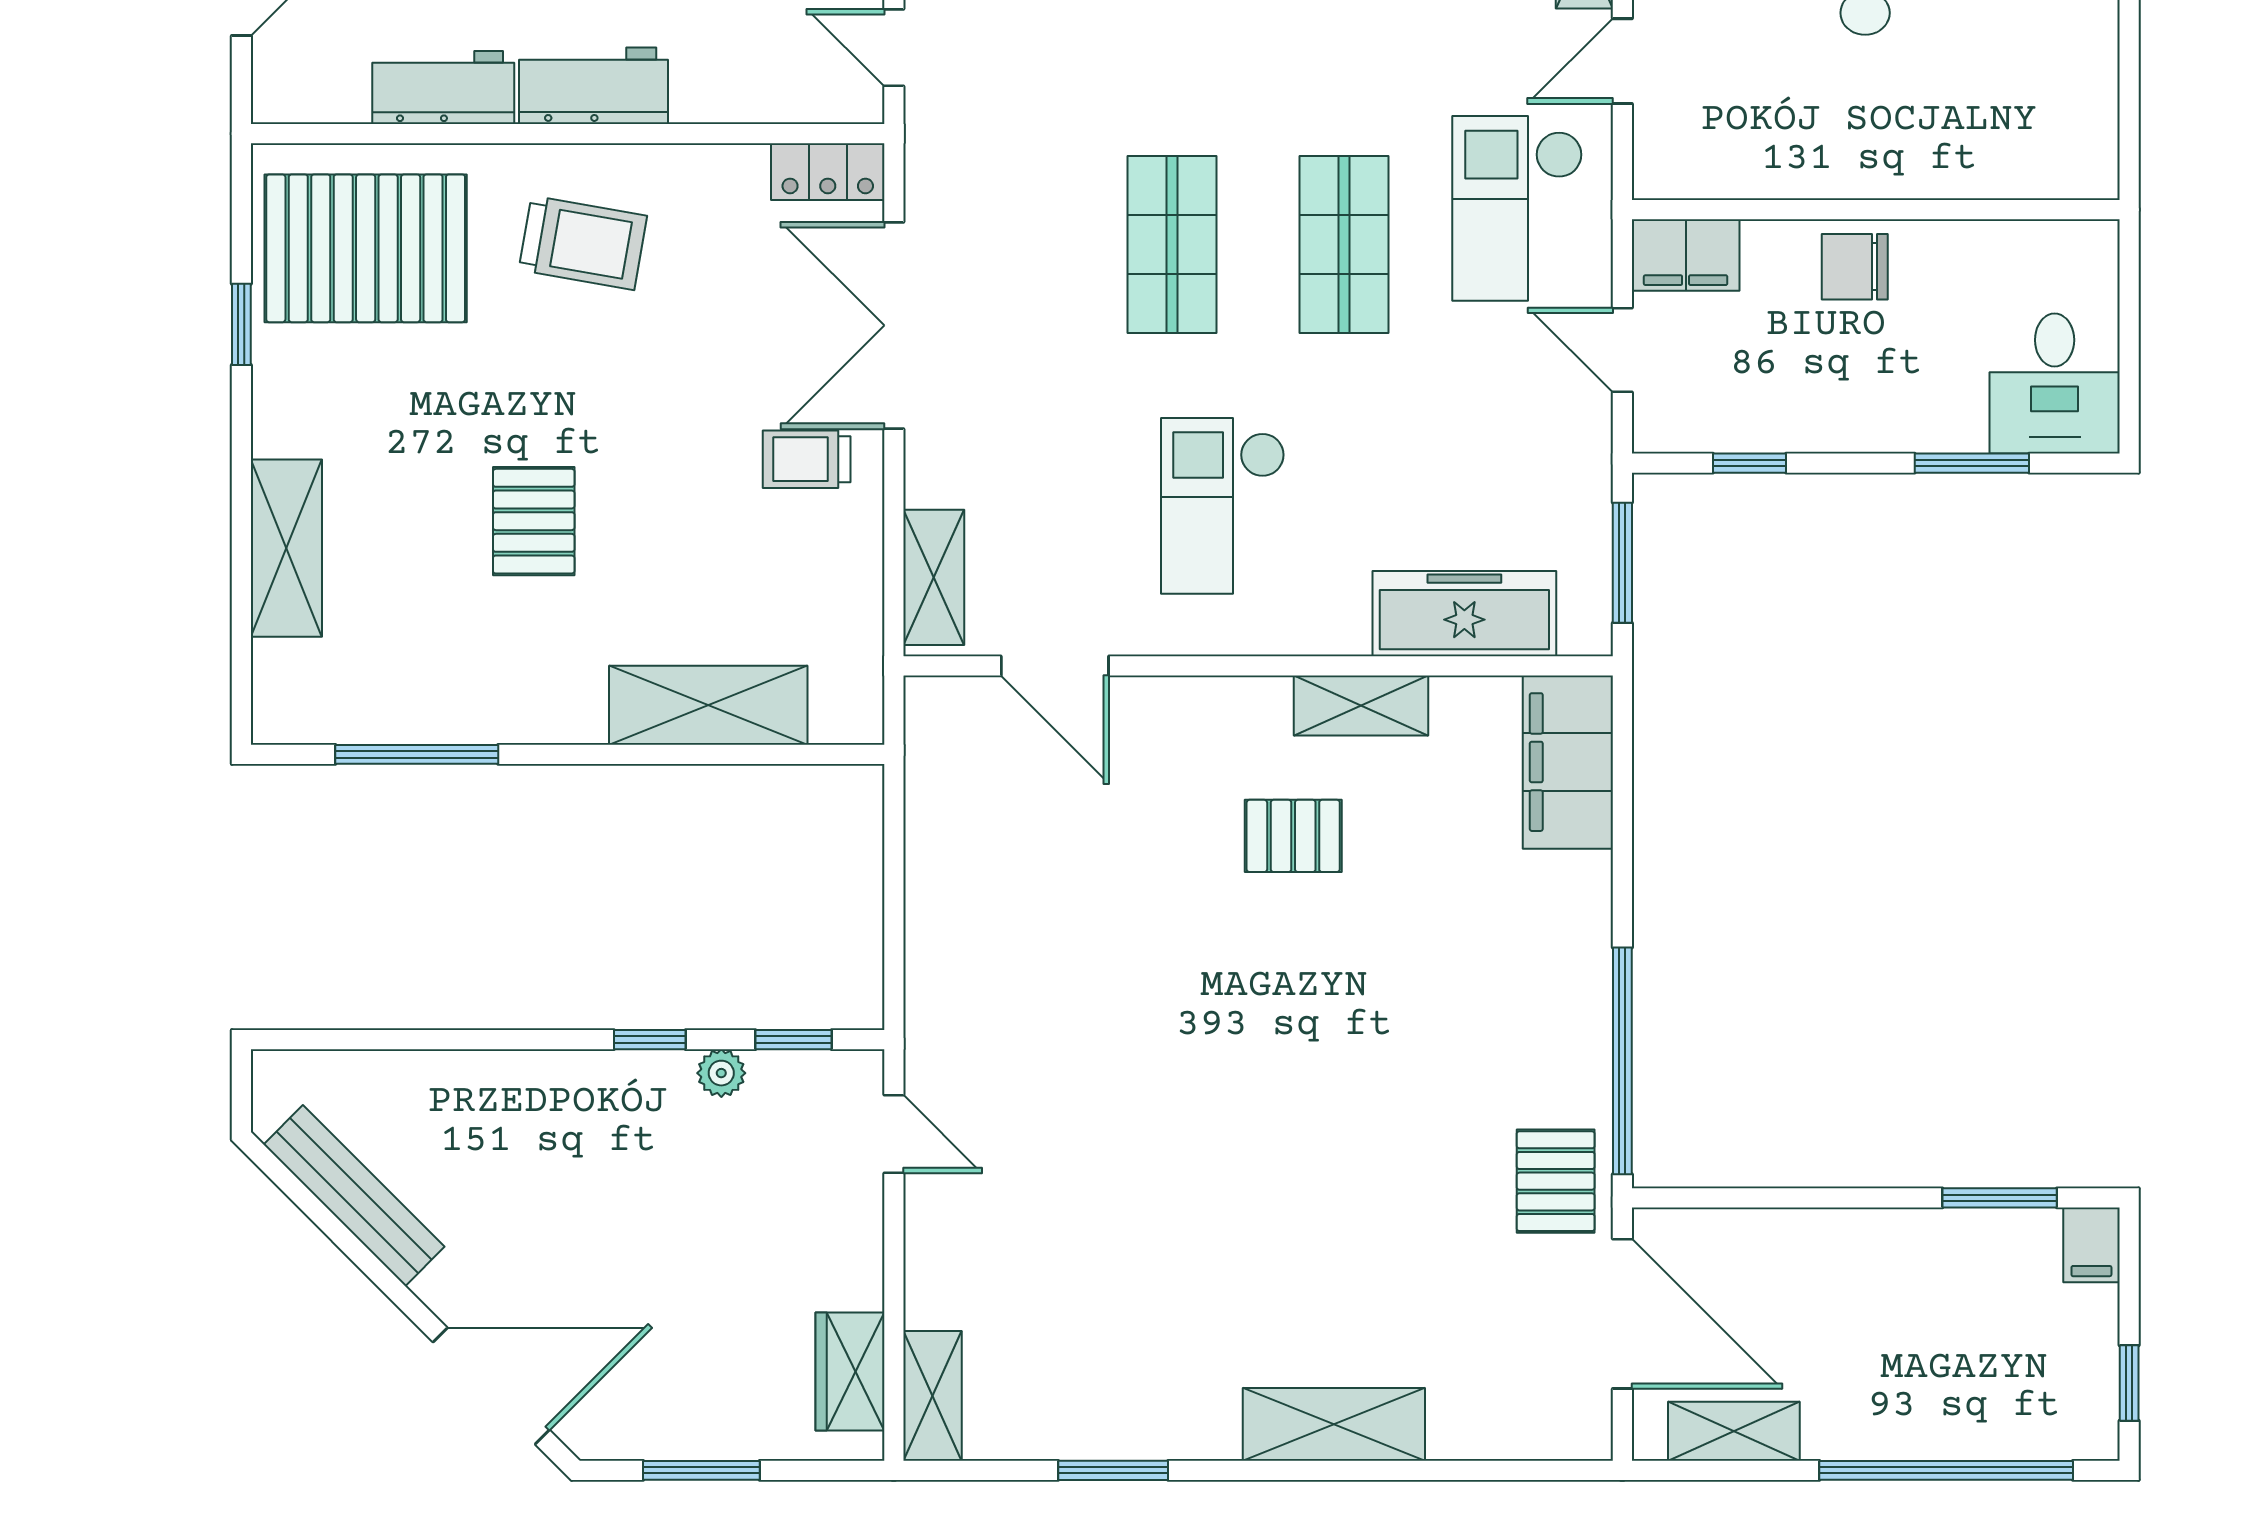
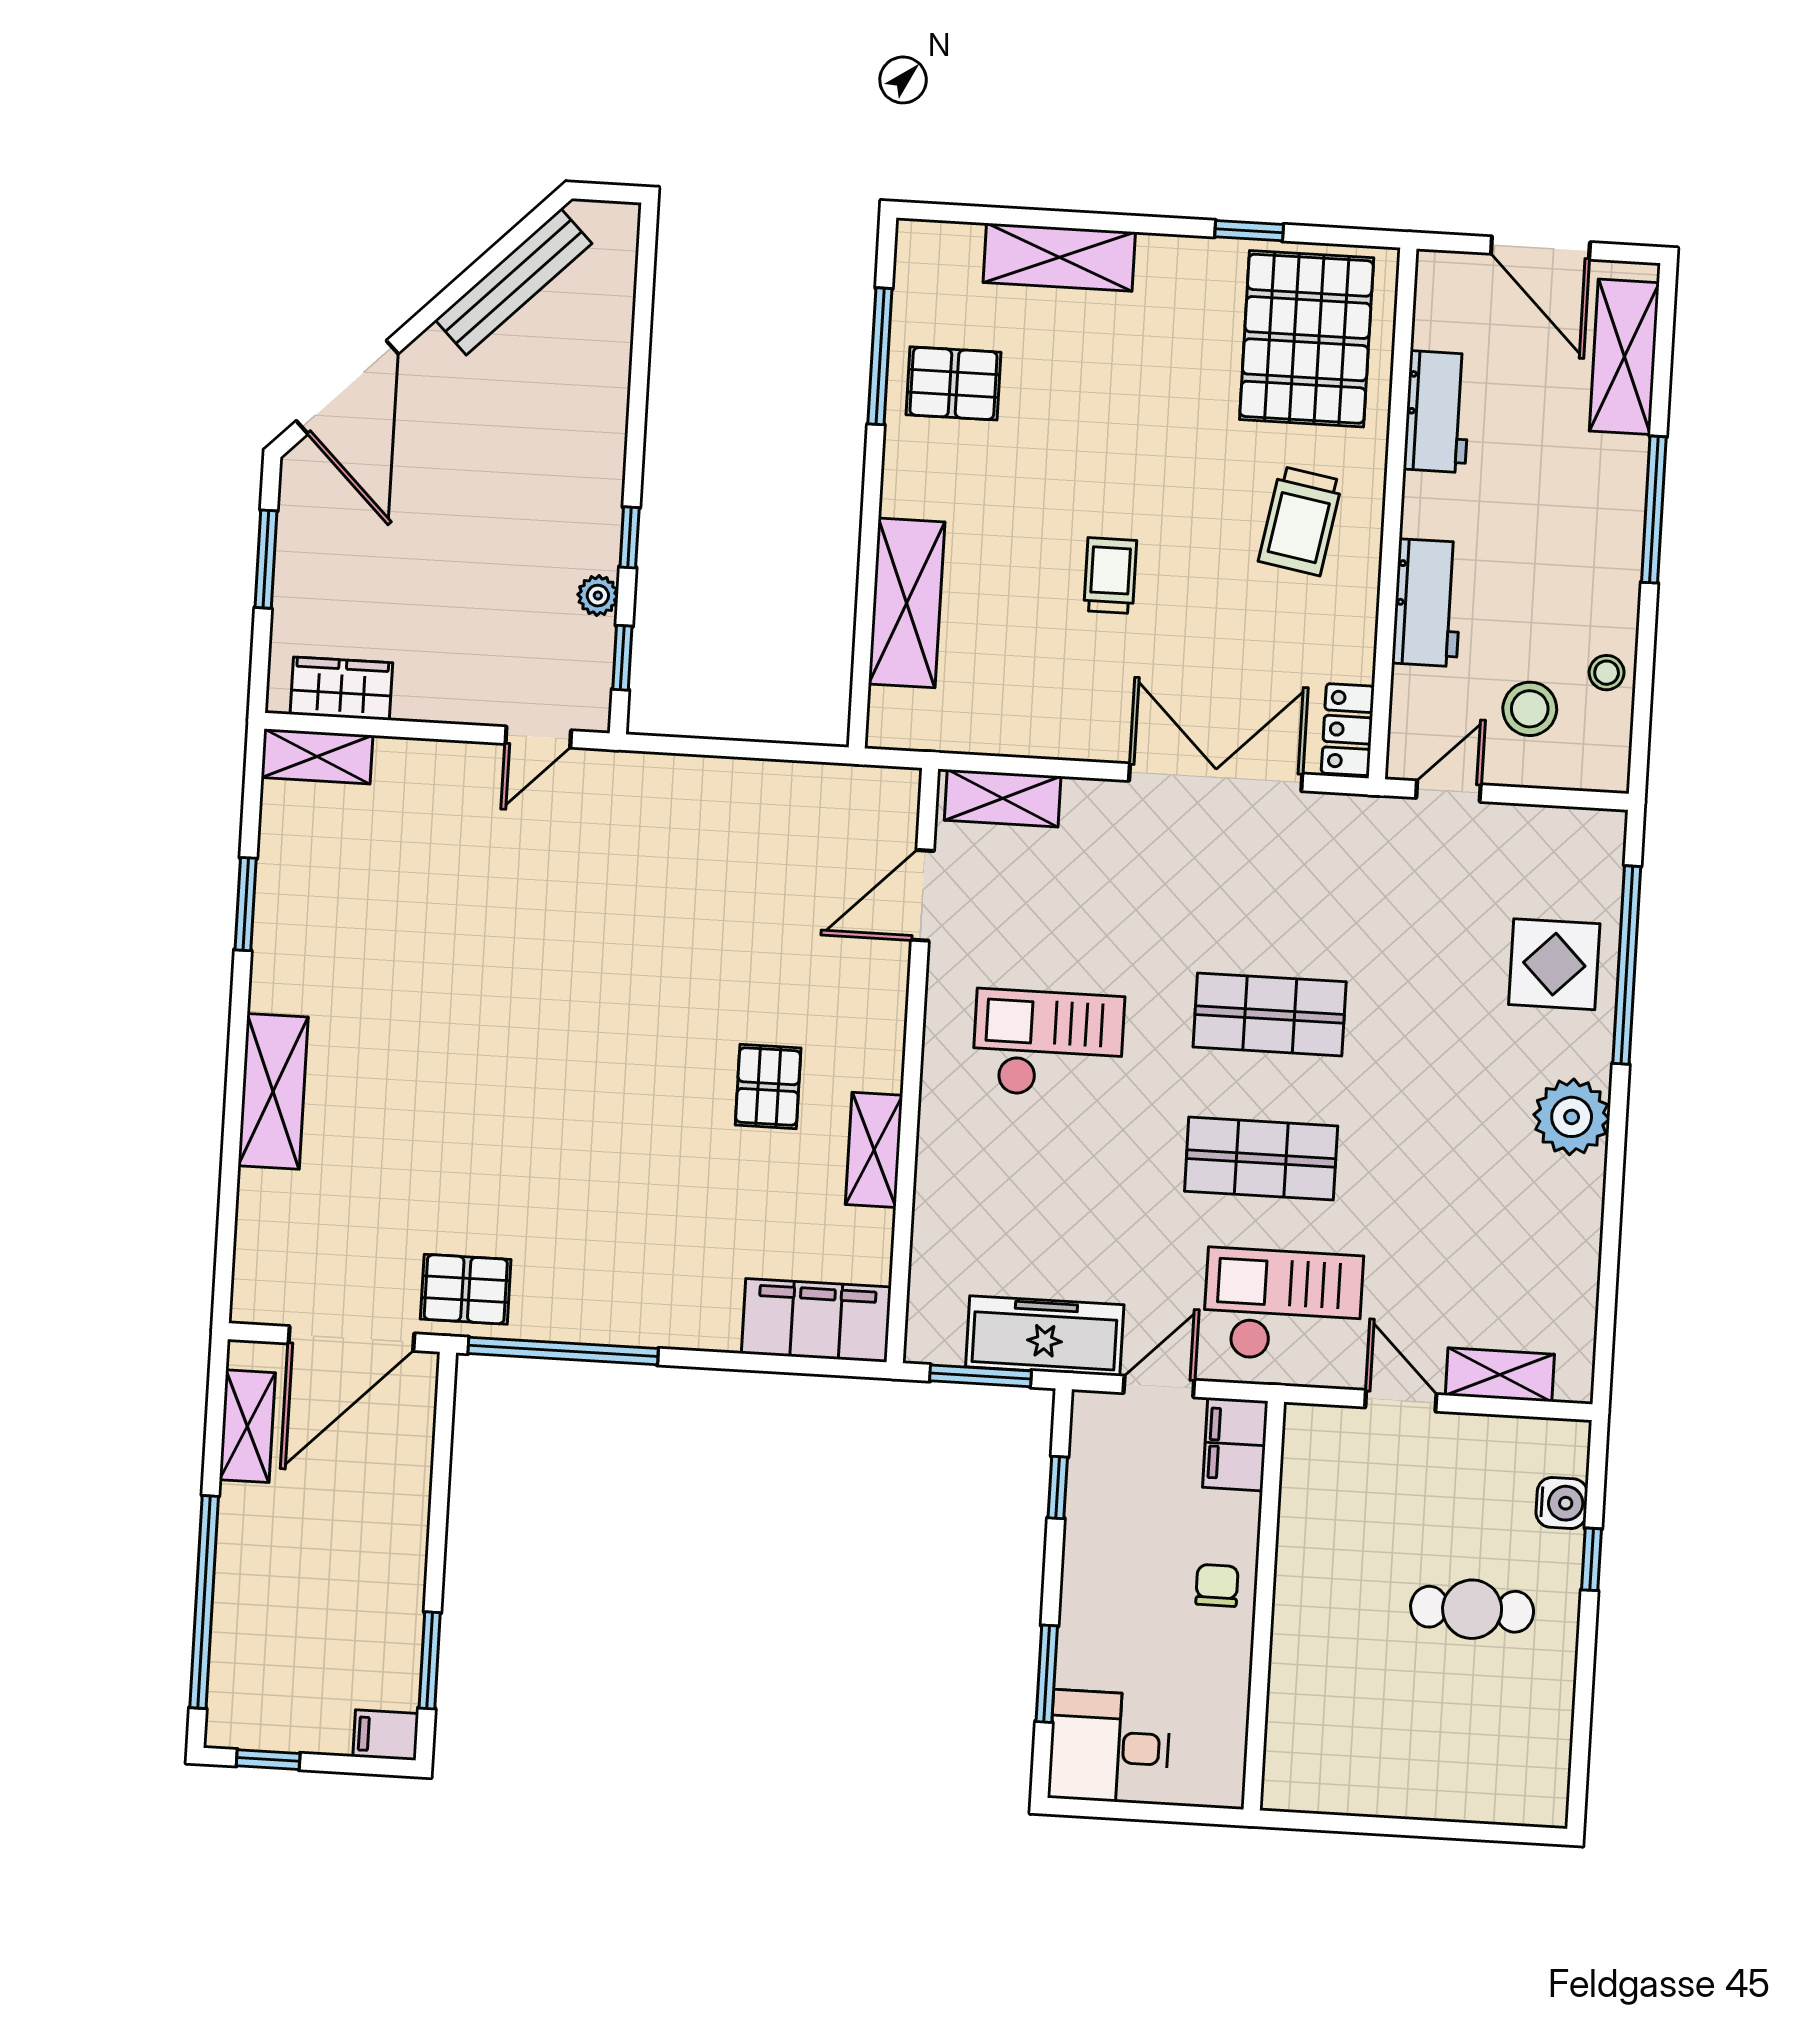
workbench: (594, 86) -> (1428, 603), moved
chair: (1855, 267) -> (1217, 1585), width x0.73, depth x0.73
trolley: (807, 459) -> (1110, 576), moved
pallet: (534, 521) -> (953, 383), moved
freezer: (1464, 614) -> (1045, 1336), moved, turned -90

